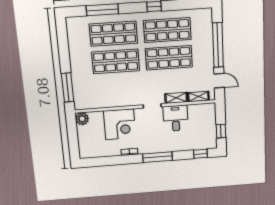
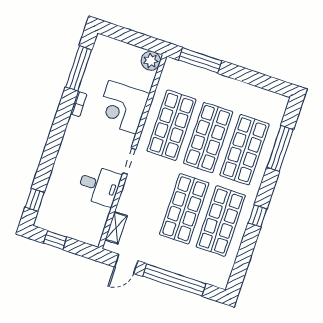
shop shelf: (118, 89) -> (171, 125), added
shelving: (176, 98) -> (127, 197), removed
window: (157, 157) -> (79, 68), moved

